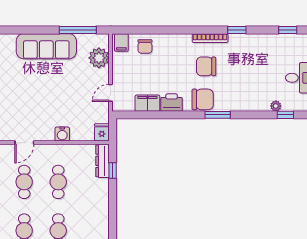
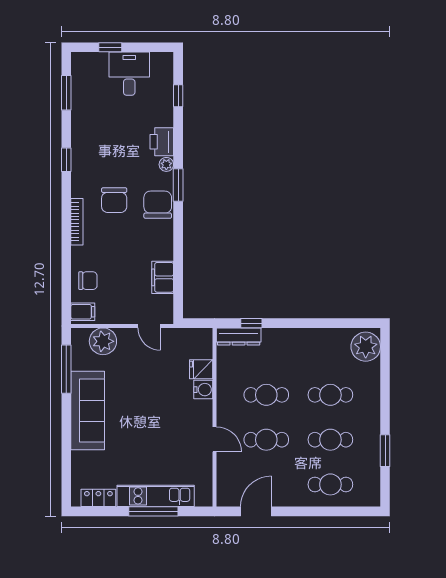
window: (288, 30) -> (66, 93), width x1.50
bookcase: (210, 38) -> (77, 222), moved
printer: (172, 103) -> (162, 142), moved
plant: (276, 106) -> (166, 164), moved
fridge: (102, 132) -> (201, 369), moved

